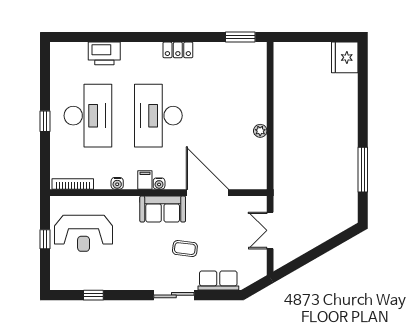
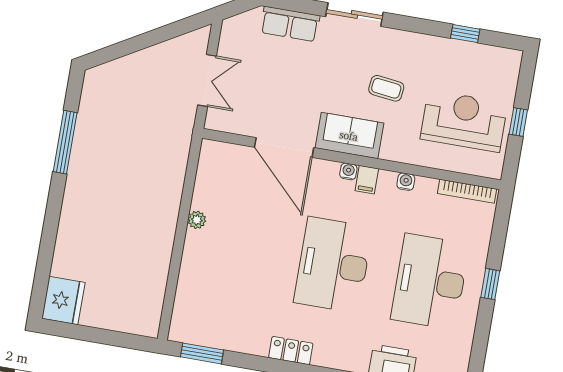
desk: (158, 116) -> (333, 265), turned 180
coffee table: (185, 249) -> (386, 88), moved

